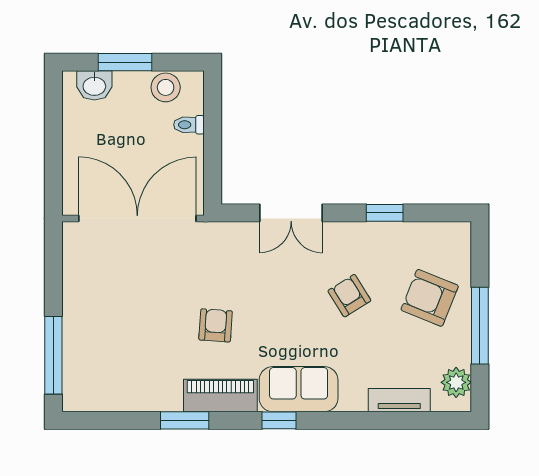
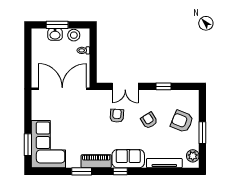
washbasin: (94, 85) -> (55, 34), moved
armchair: (216, 325) -> (117, 116), moved
window: (480, 326) -> (202, 133), width x0.69
corner sofa: (103, 354) -> (48, 144), added
window: (53, 355) -> (28, 145), width x0.69
tv unit: (399, 400) -> (164, 163), width x1.41

